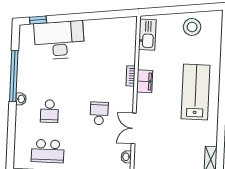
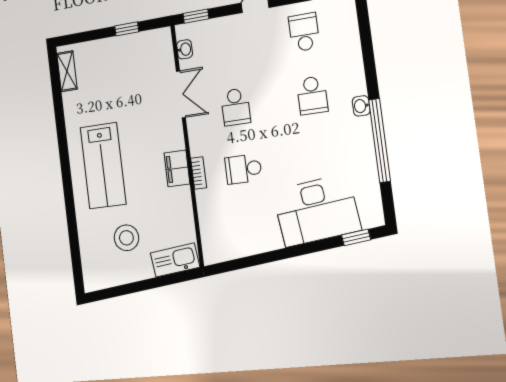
stool: (192, 27) -> (126, 238), moved
kitchen sink: (147, 35) -> (175, 260), moved, turned 83
school desk: (101, 73) -> (243, 169), added
school desk: (49, 111) -> (312, 95), turned 180
school desk: (48, 151) -> (304, 32), width x0.54

